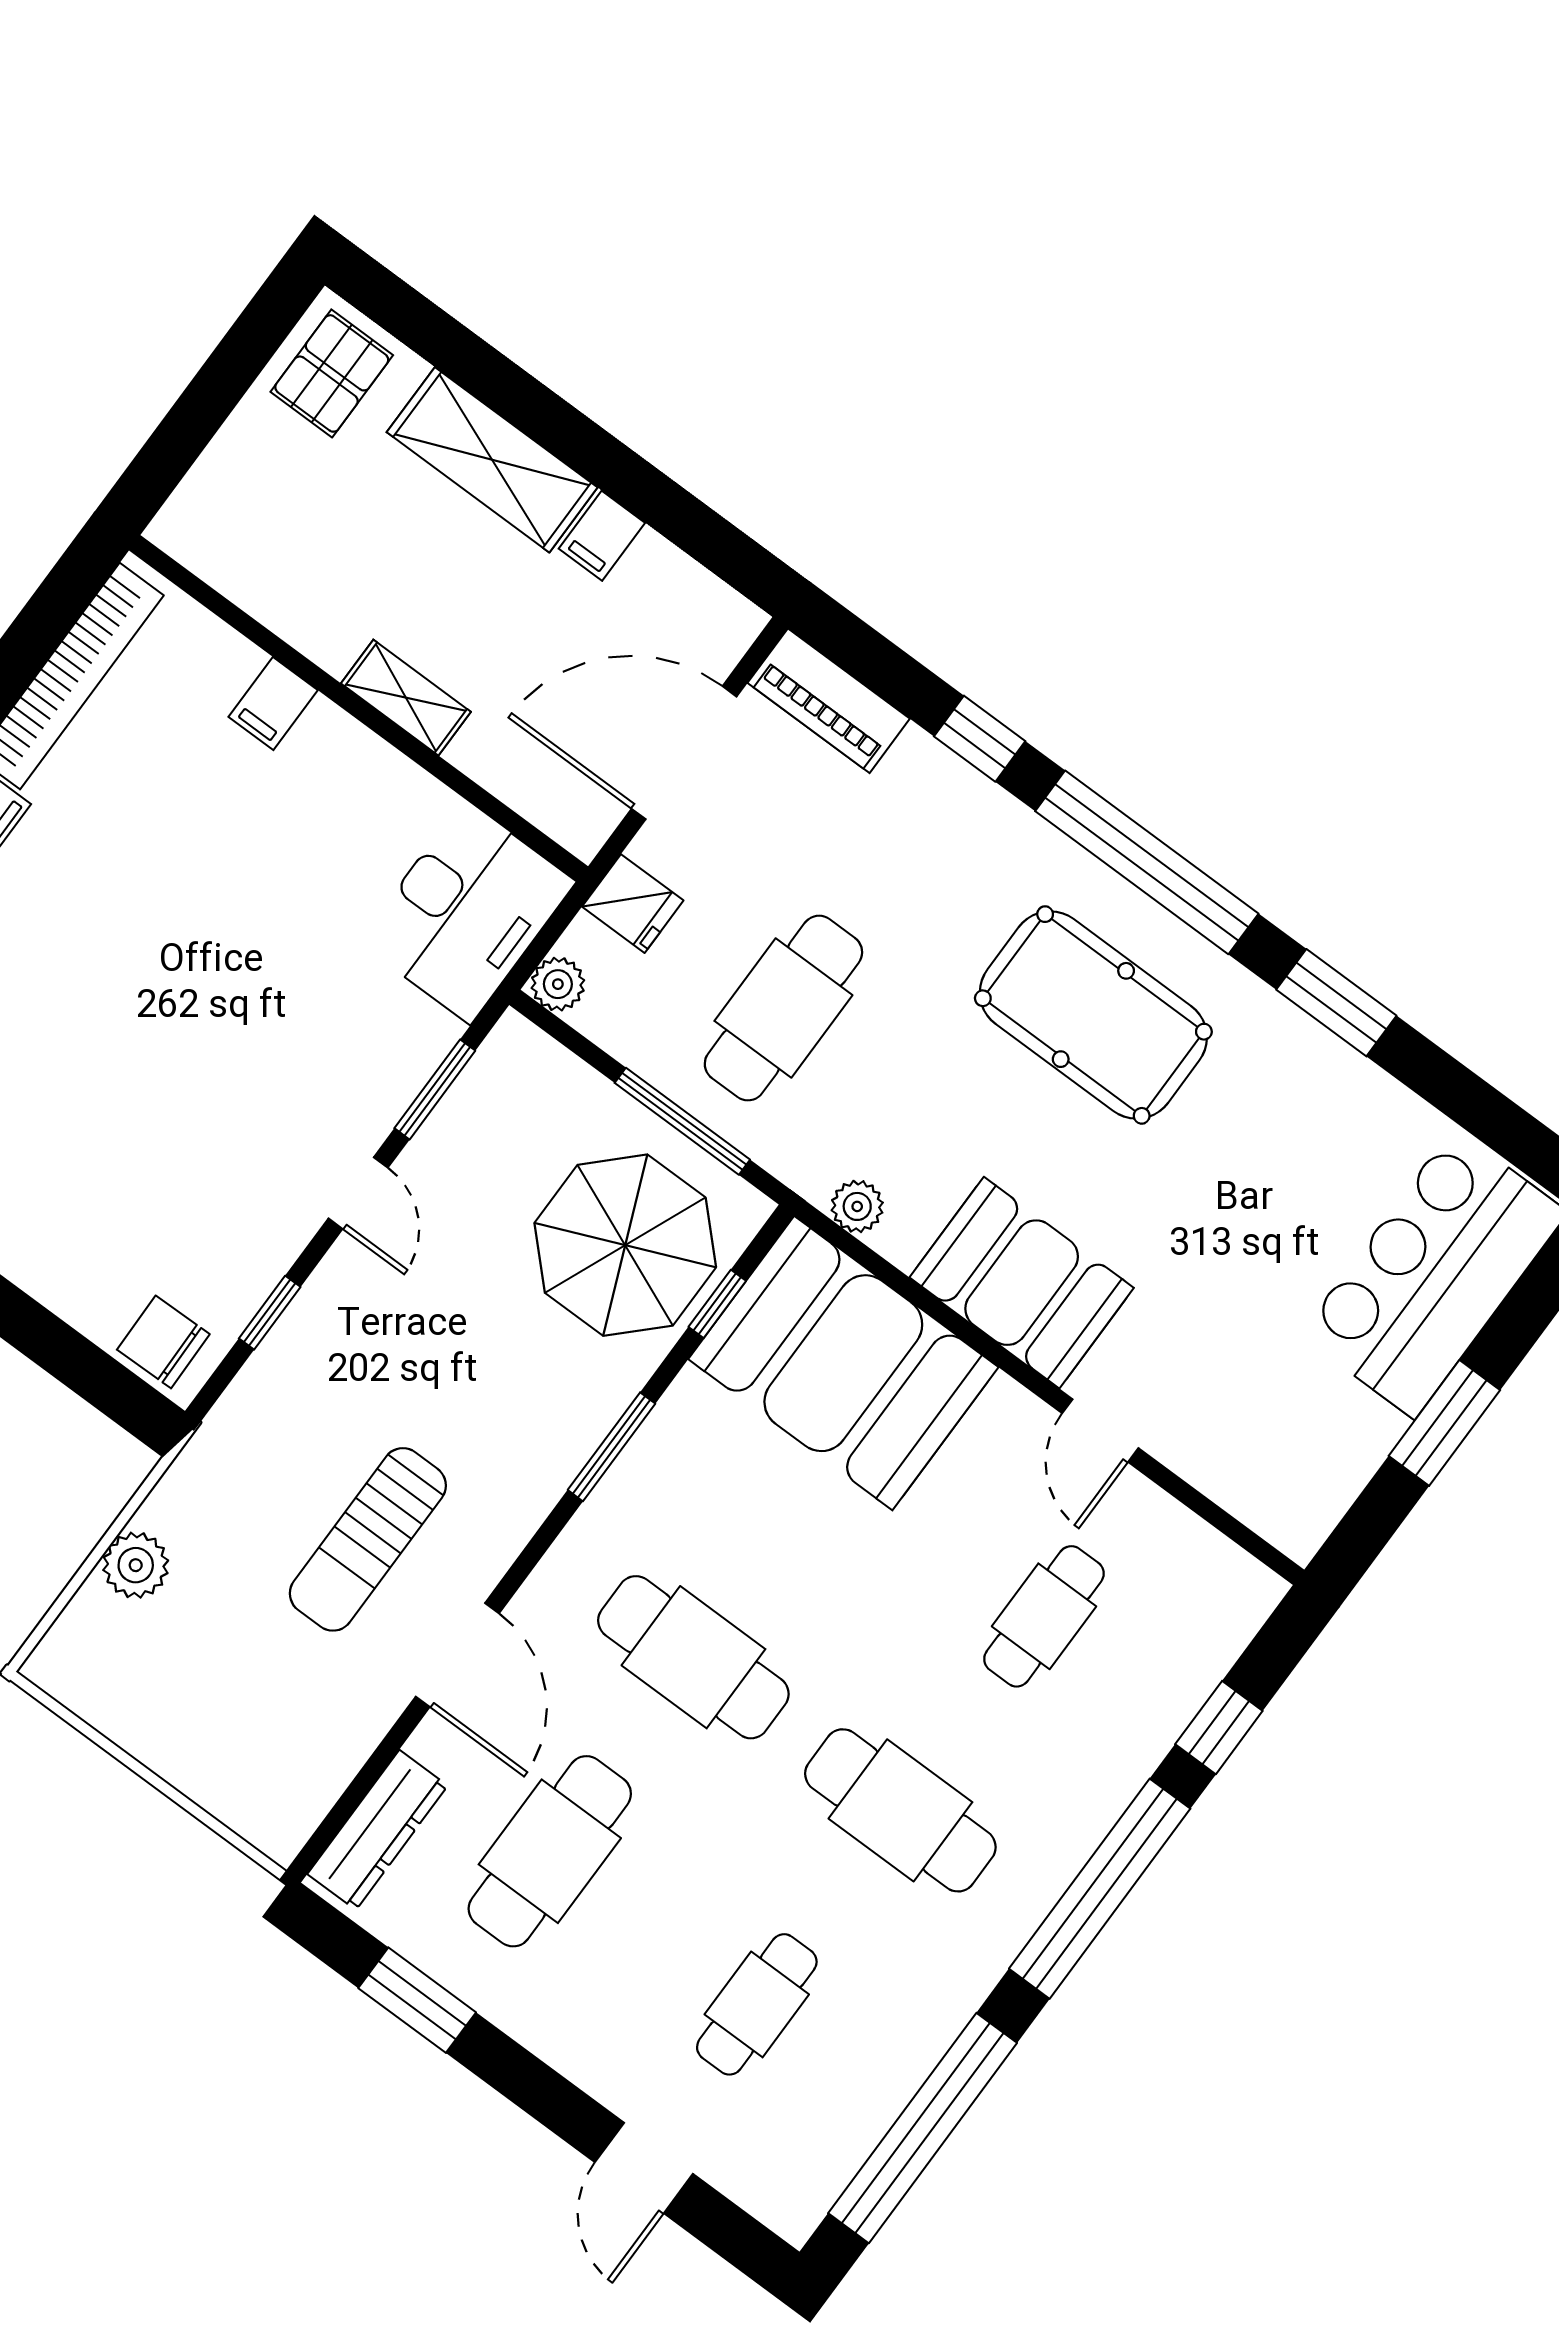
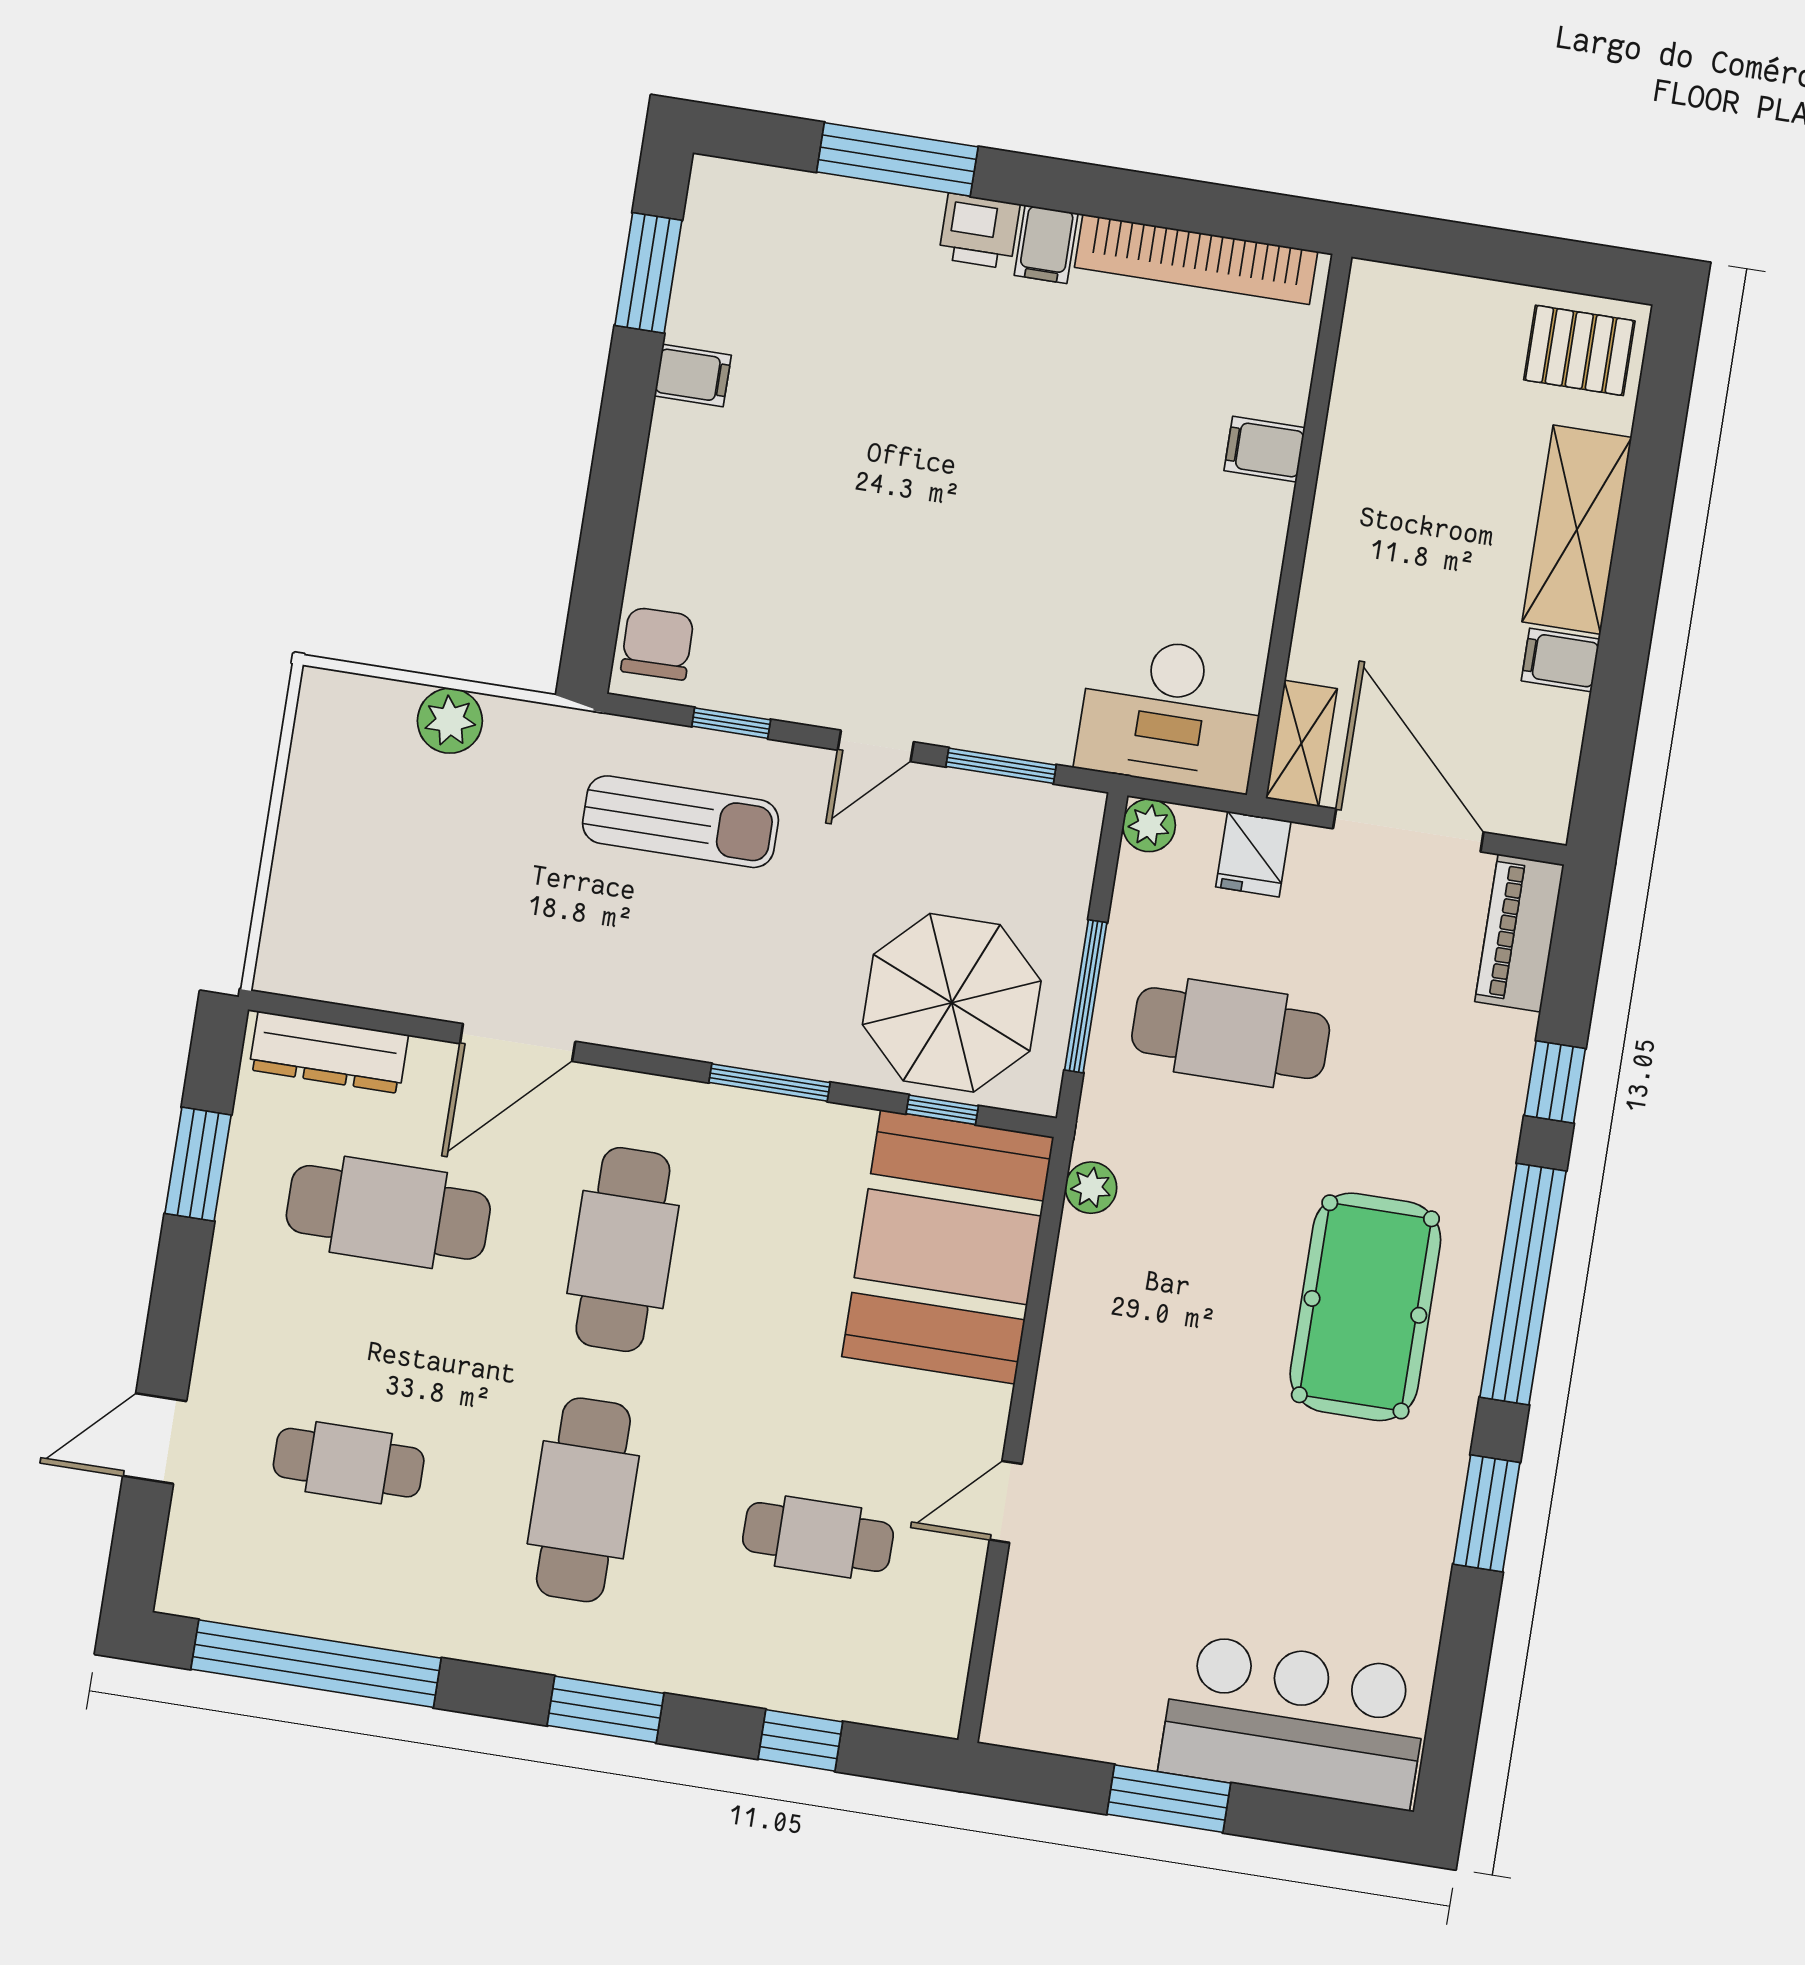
shelving: (406, 698) -> (1301, 743), moved
booth: (1022, 1283) -> (1099, 1366), removed
sun lounger: (368, 1539) -> (680, 822), moved, turned 180
window: (1100, 1889) -> (606, 1709), width x0.47

